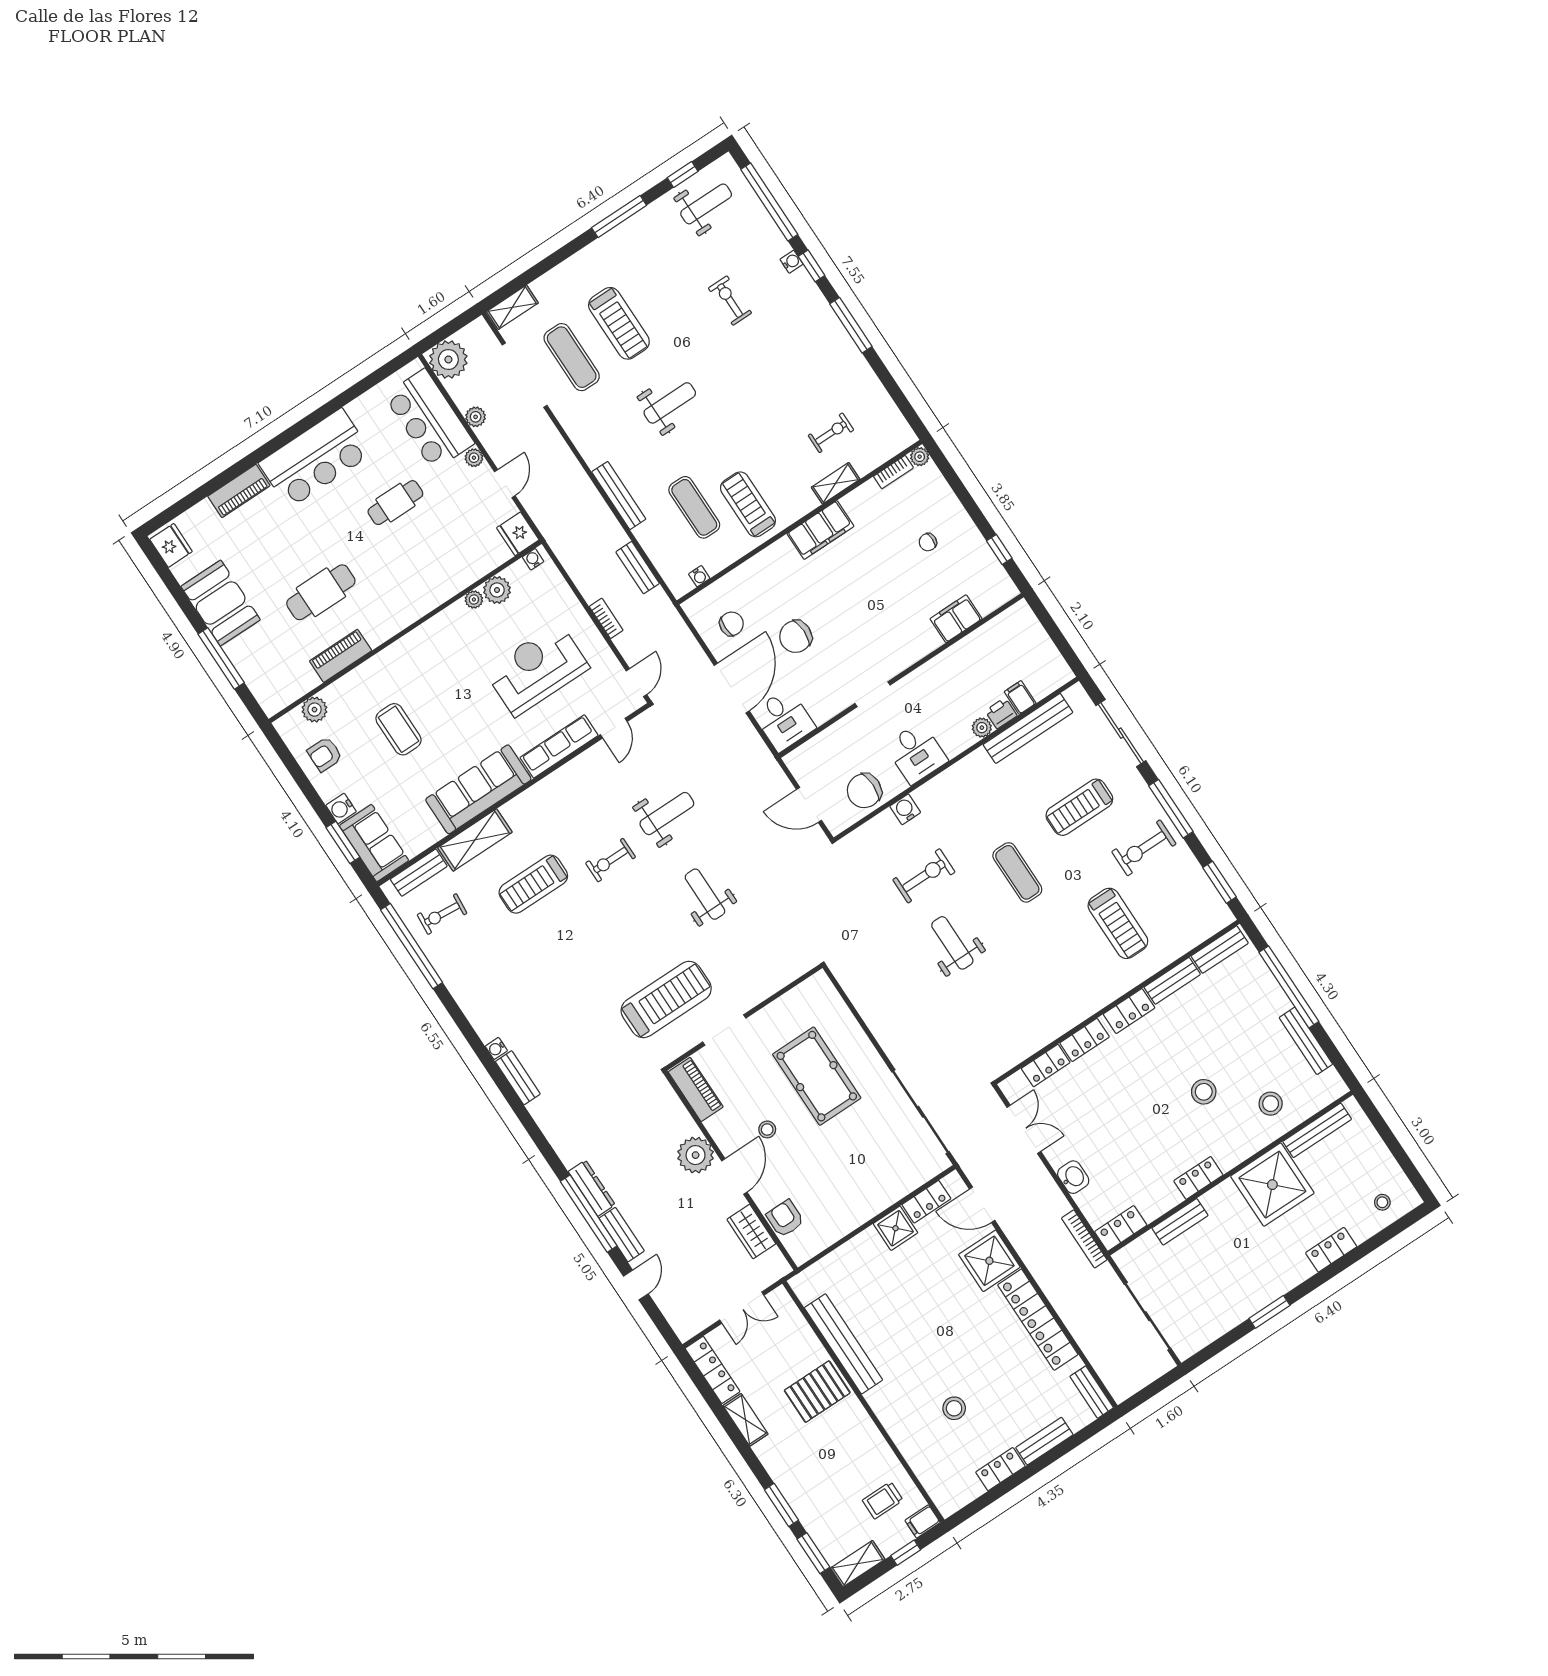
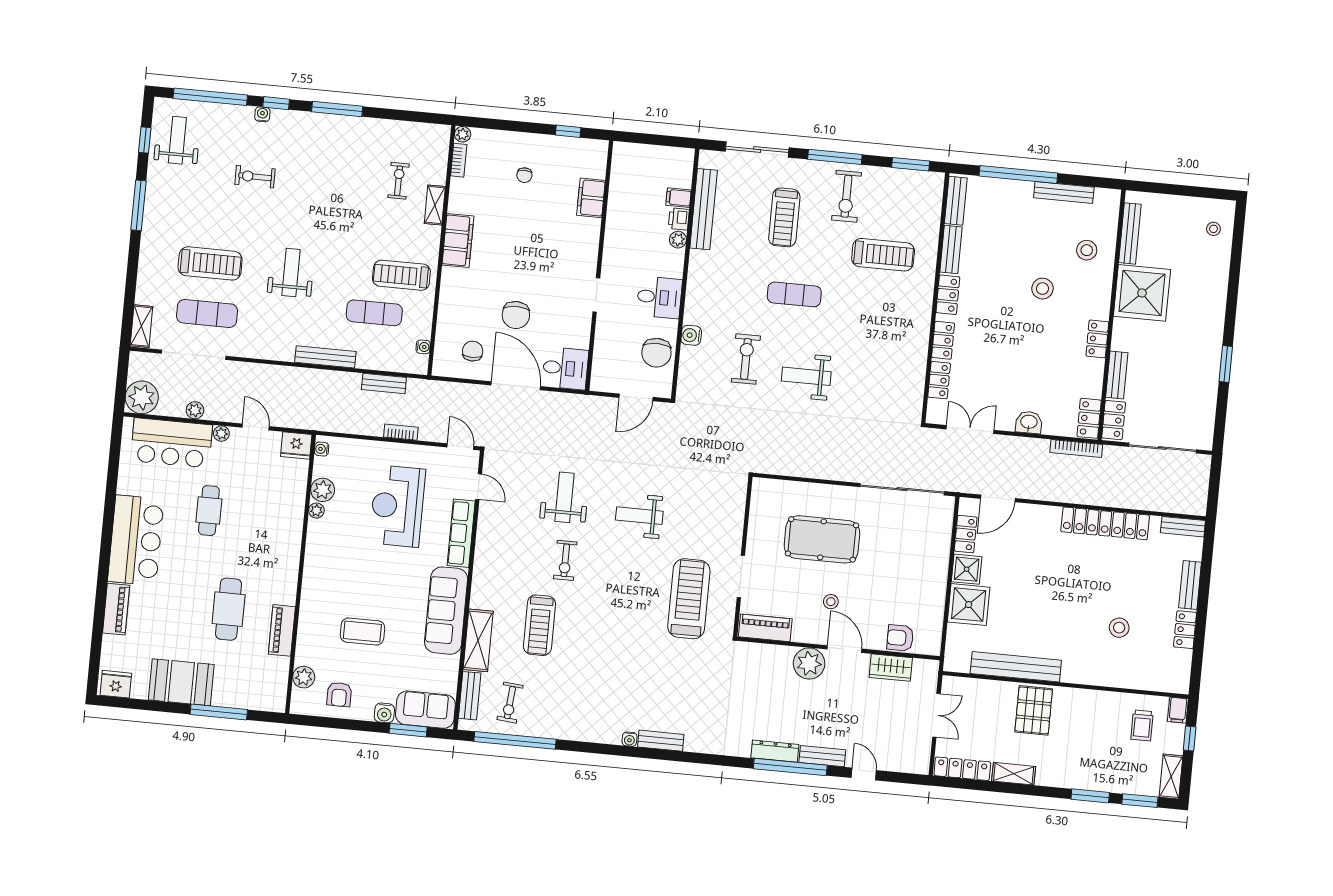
locker: (1331, 1250) -> (1114, 420), moved, turned 180
shower: (989, 1261) -> (969, 605), moved

